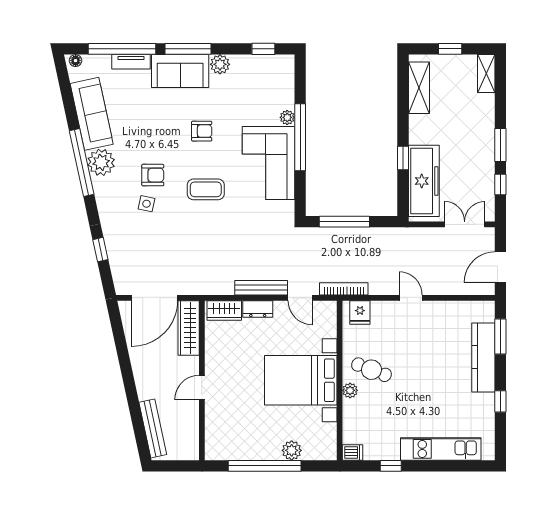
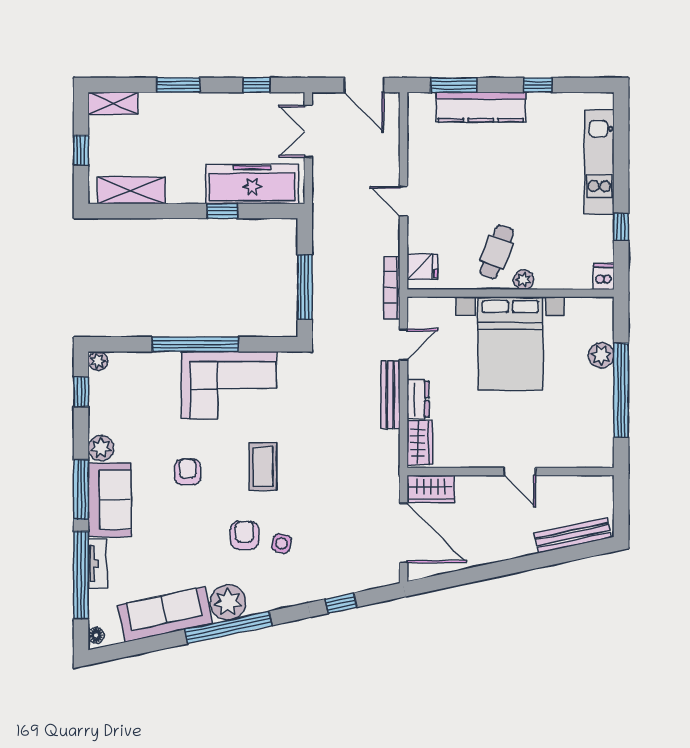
plant: (287, 117) -> (98, 361), moved
window: (500, 145) -> (178, 85), moved
door: (411, 298) -> (403, 201), hinge flipped
wardrobe: (189, 328) -> (431, 489), width x0.67

